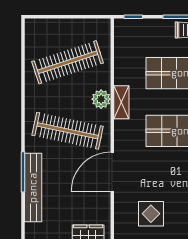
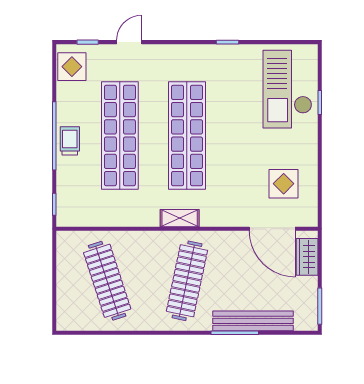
plant: (101, 99) -> (150, 242), removed
shelving: (121, 102) -> (180, 218), moved
door: (112, 172) -> (272, 229), moved

